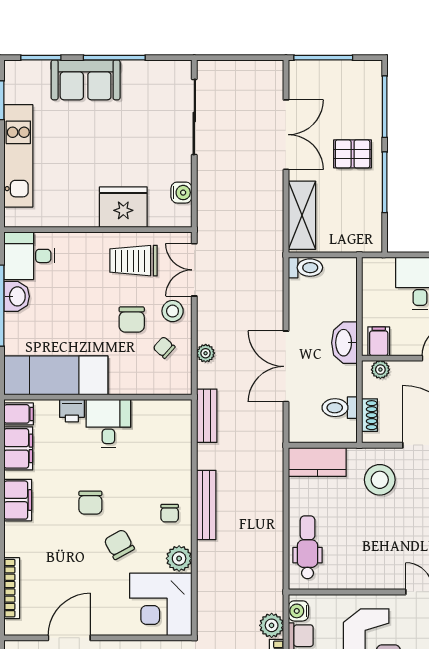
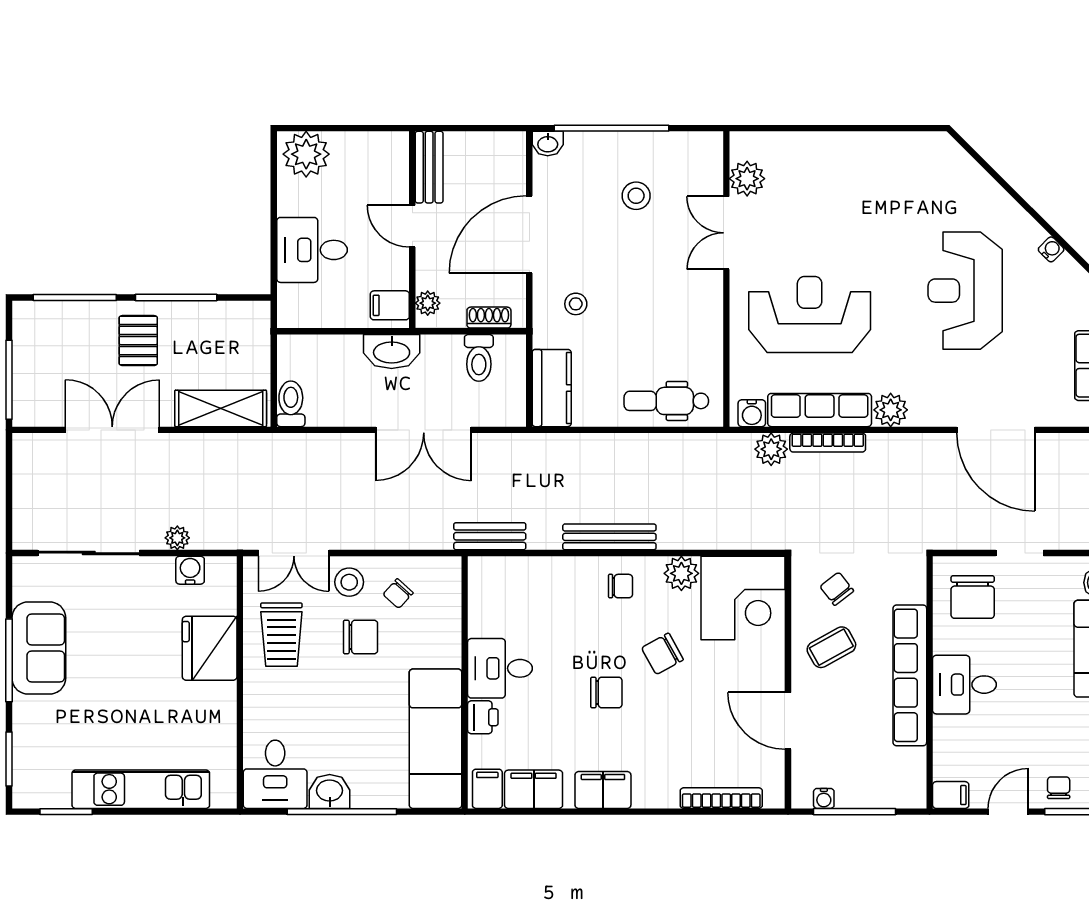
sofa: (86, 80) -> (39, 648), moved
plant: (206, 353) -> (177, 538), moved
stool: (380, 480) -> (576, 304), width x0.53, depth x0.53

